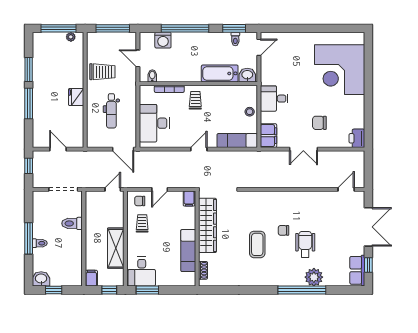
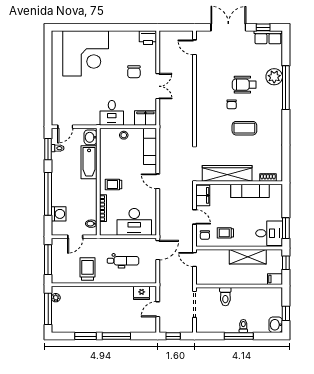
door: (259, 47) -> (65, 127), swing flipped
fridge: (76, 97) -> (142, 293), moved
filing cabinet: (189, 199) -> (203, 195), width x2.00

